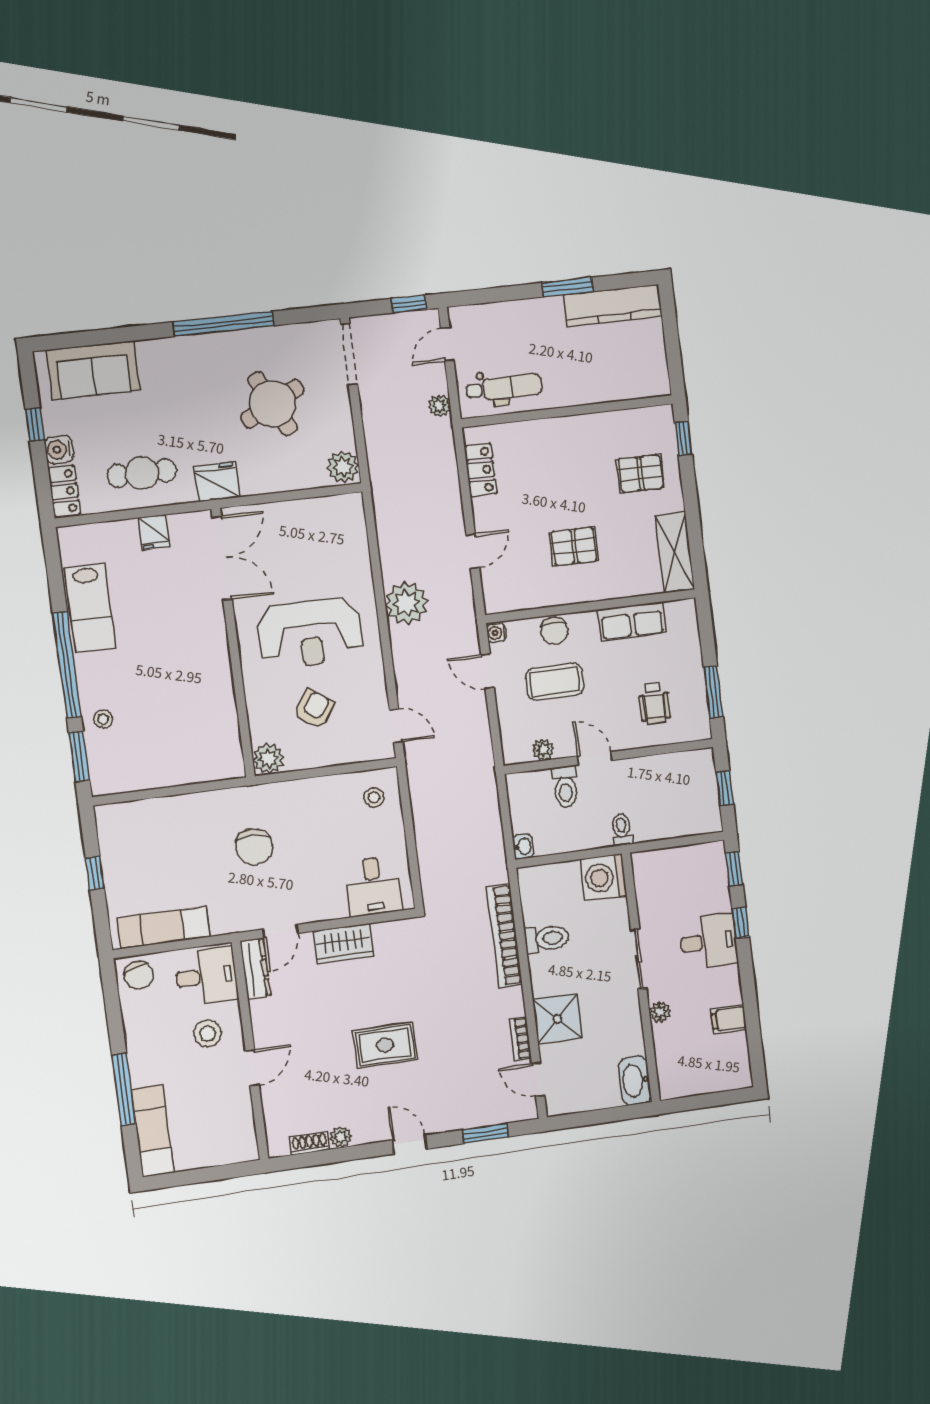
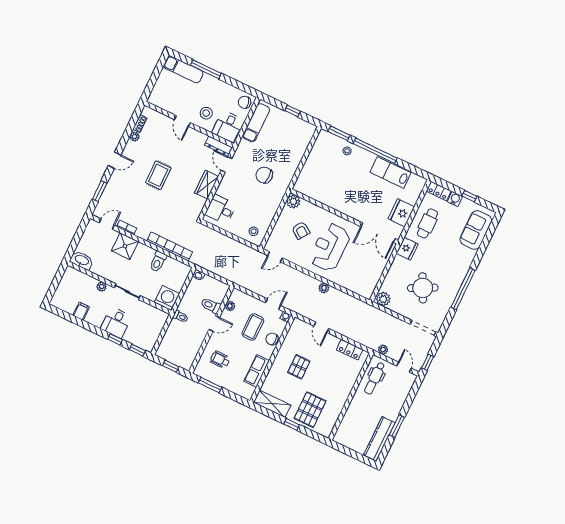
window: (683, 438) -> (292, 424), moved
pallet: (641, 473) -> (310, 410), width x1.50, depth x1.42
fridge: (154, 532) -> (401, 213), width x1.88, depth x1.34
plant: (407, 603) -> (324, 288), width x0.53, depth x0.53

